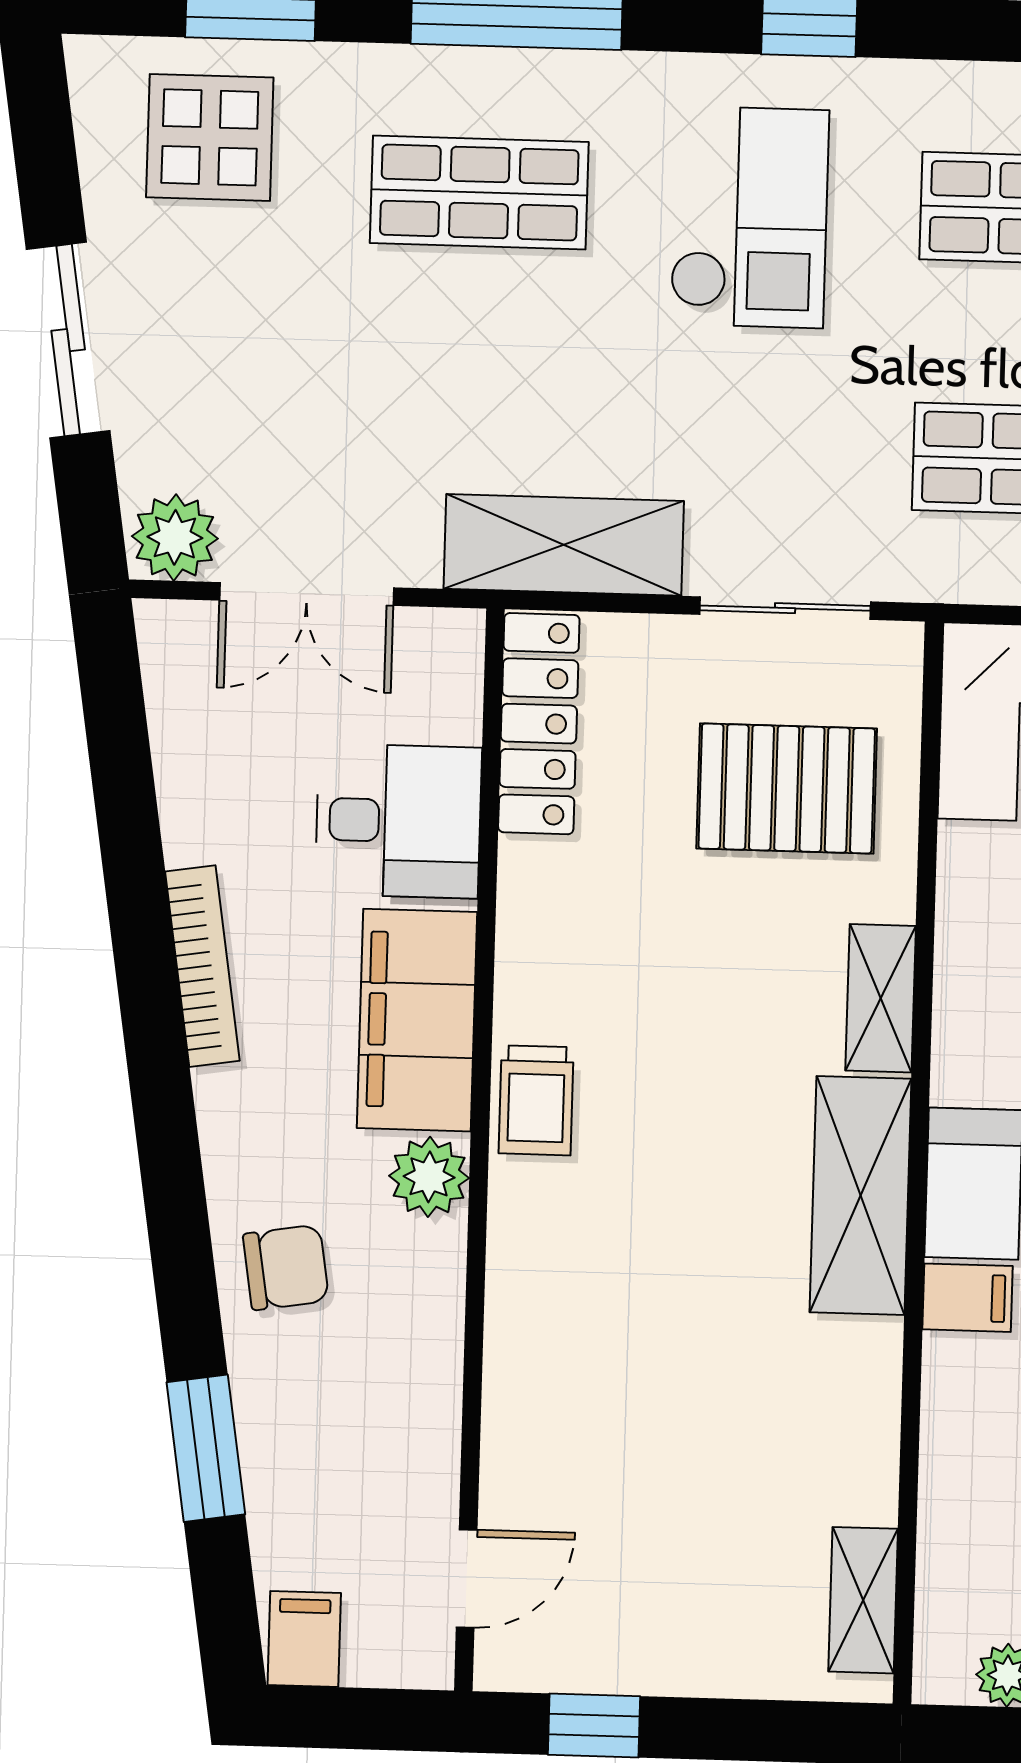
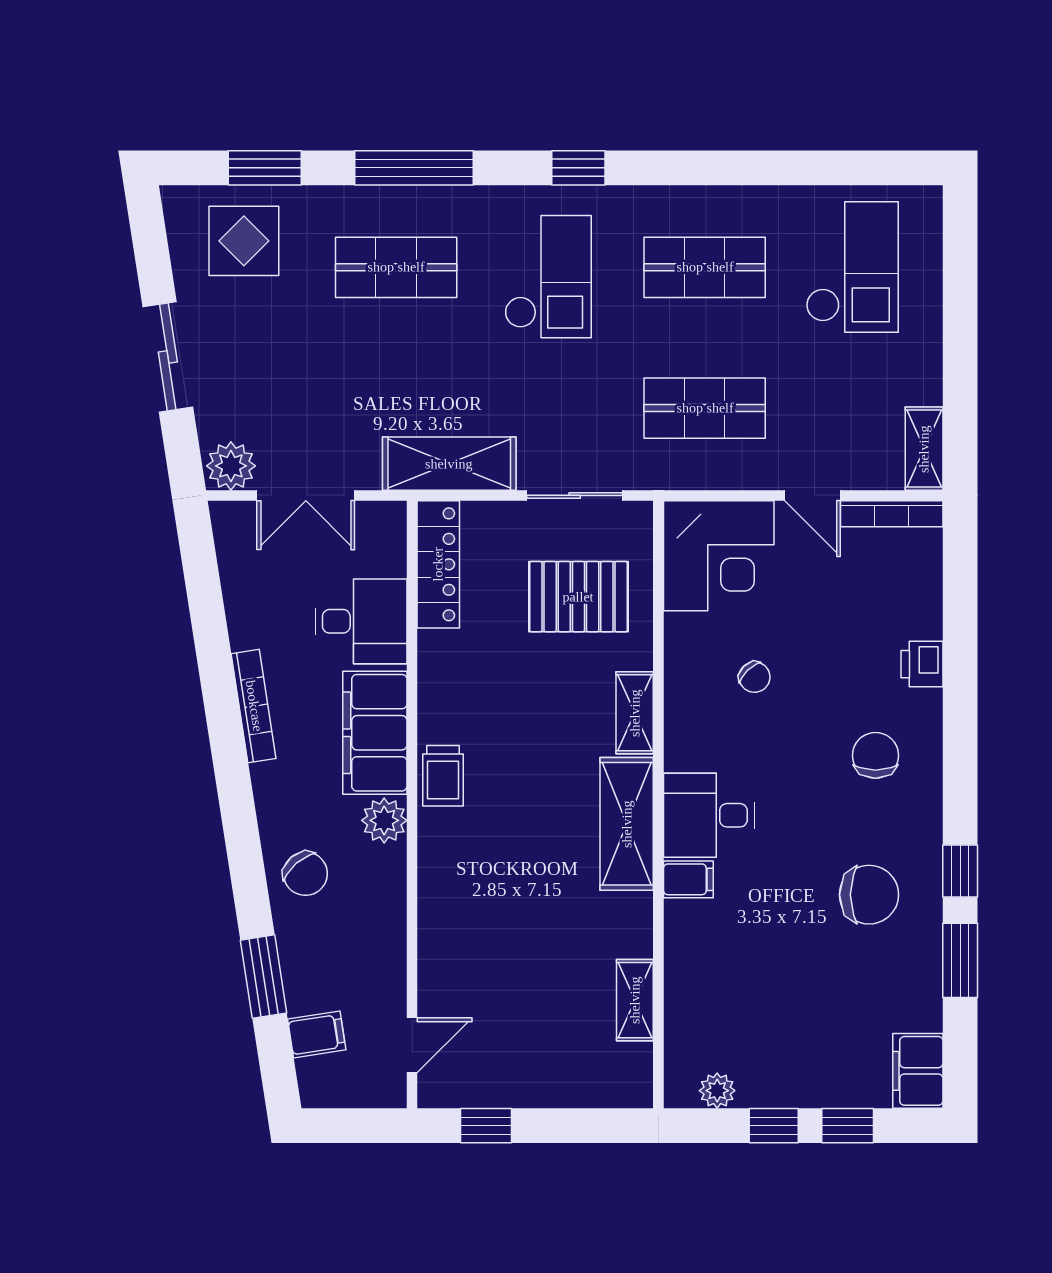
chair: (286, 1267) -> (305, 874), turned 58
shelving: (863, 1600) -> (635, 1000), moved
filing cabinet: (304, 1639) -> (317, 1034), moved, turned 81

